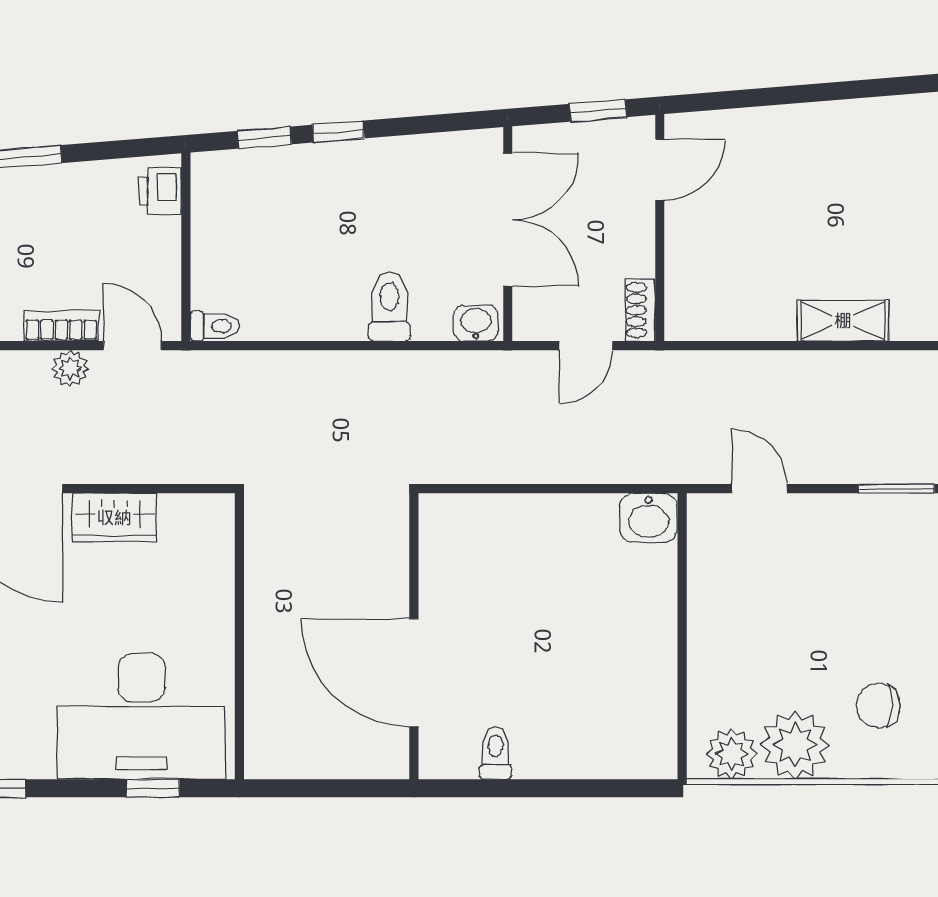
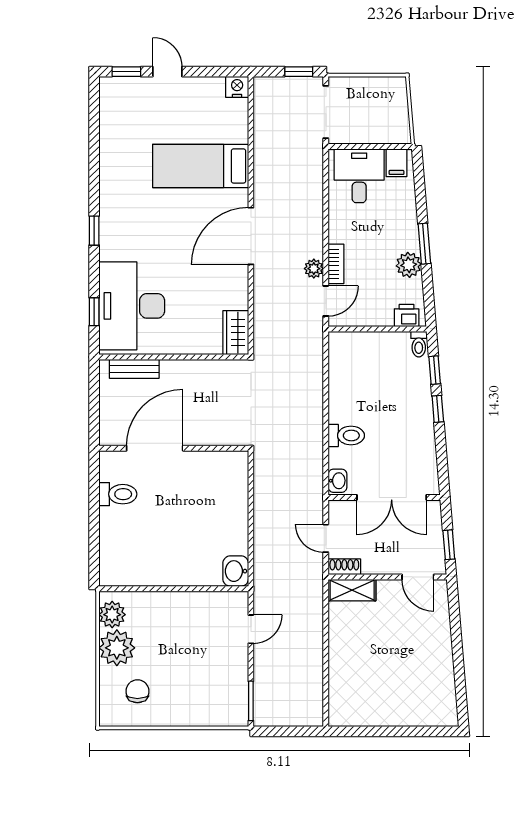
plant: (63, 187) -> (409, 265), added
shelving: (843, 321) -> (352, 590), moved, turned 90
toilet: (215, 326) -> (419, 344), moved
wardrobe: (114, 518) -> (236, 333), moved
bench: (262, 712) -> (134, 369), added
toilet: (496, 753) -> (118, 494), width x1.37, depth x1.39

